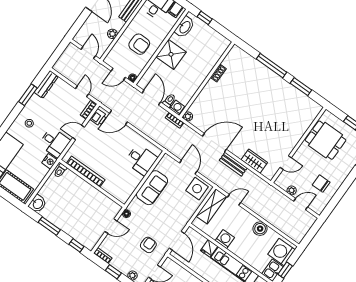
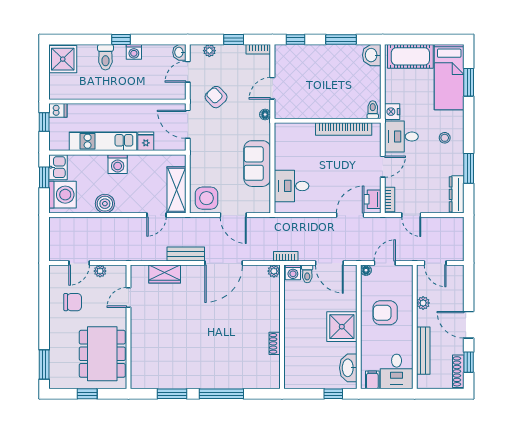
dining table: (325, 140) -> (102, 354), width x1.38
washing machine: (225, 239) -> (118, 164), moved
armchair: (148, 245) -> (216, 97), turned 137

